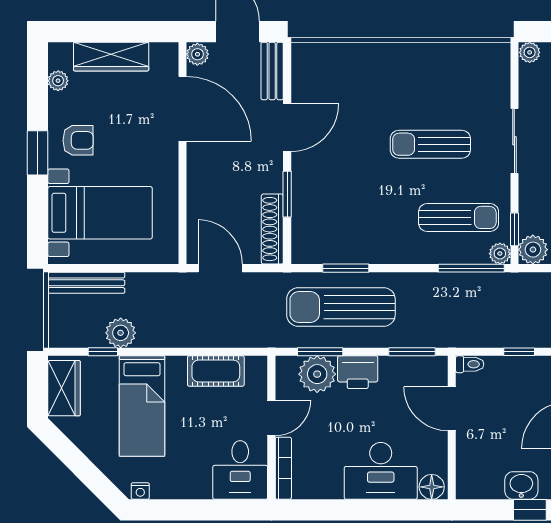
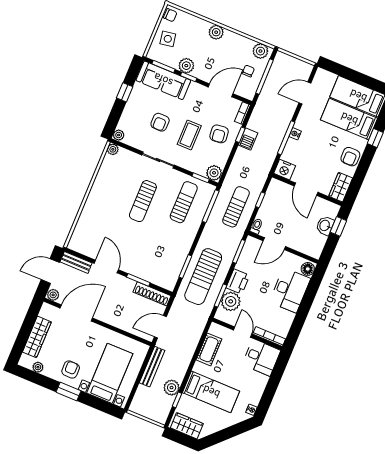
plant: (500, 254) -> (113, 149), moved
bench: (86, 283) -> (152, 367), moved
sun lounger: (489, 314) -> (236, 207), added

